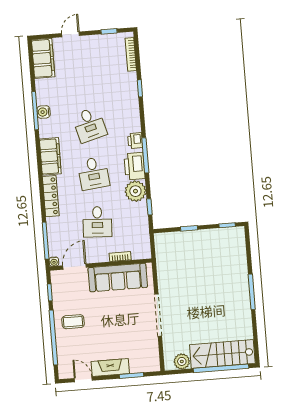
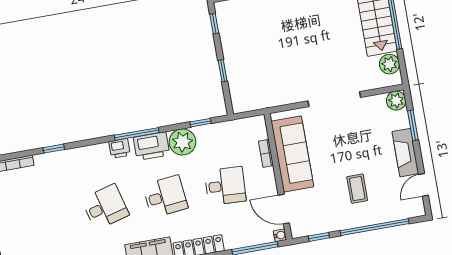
coffee table: (73, 322) -> (357, 189), moved
plant: (152, 364) -> (396, 101), added

